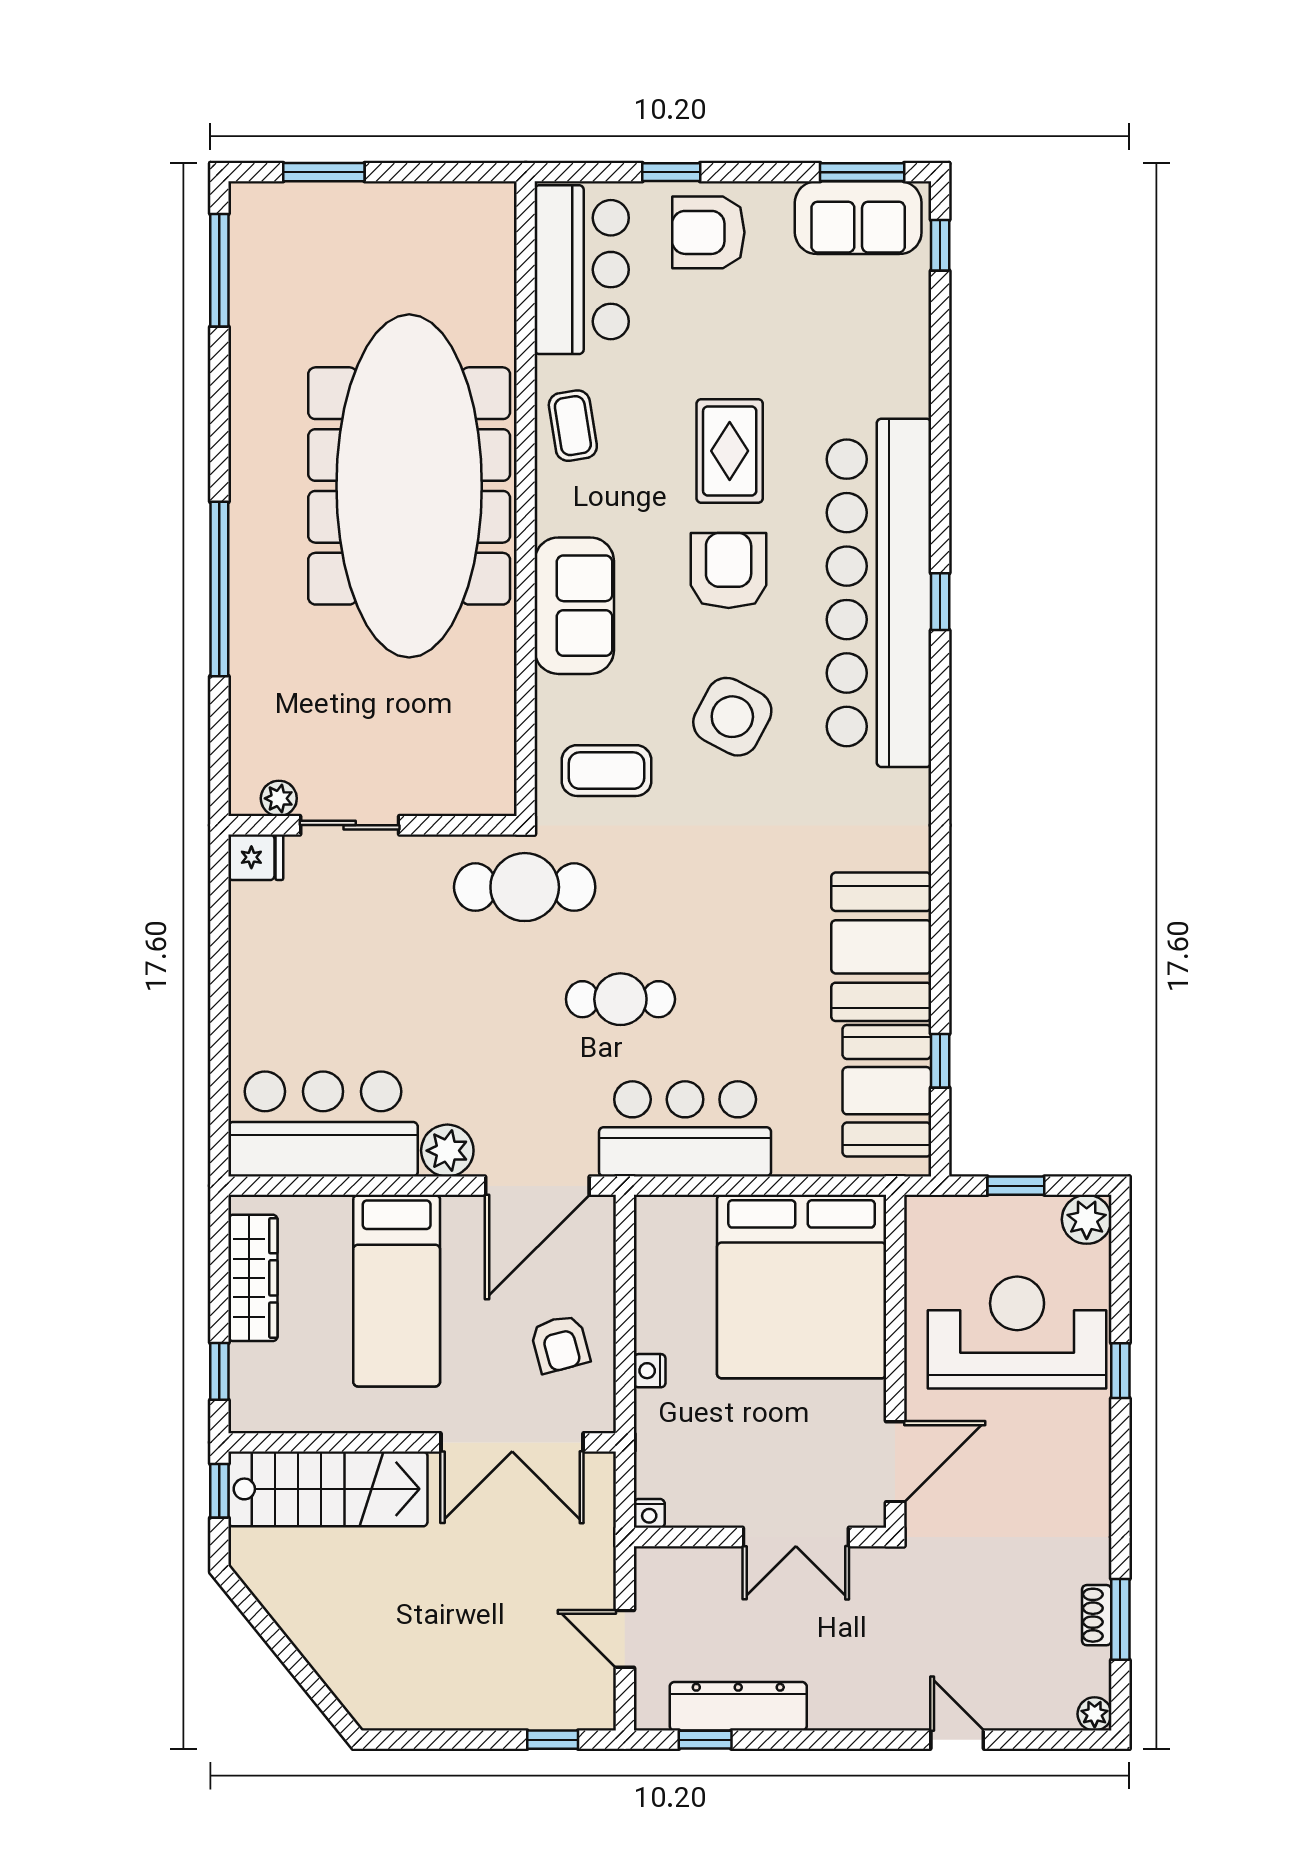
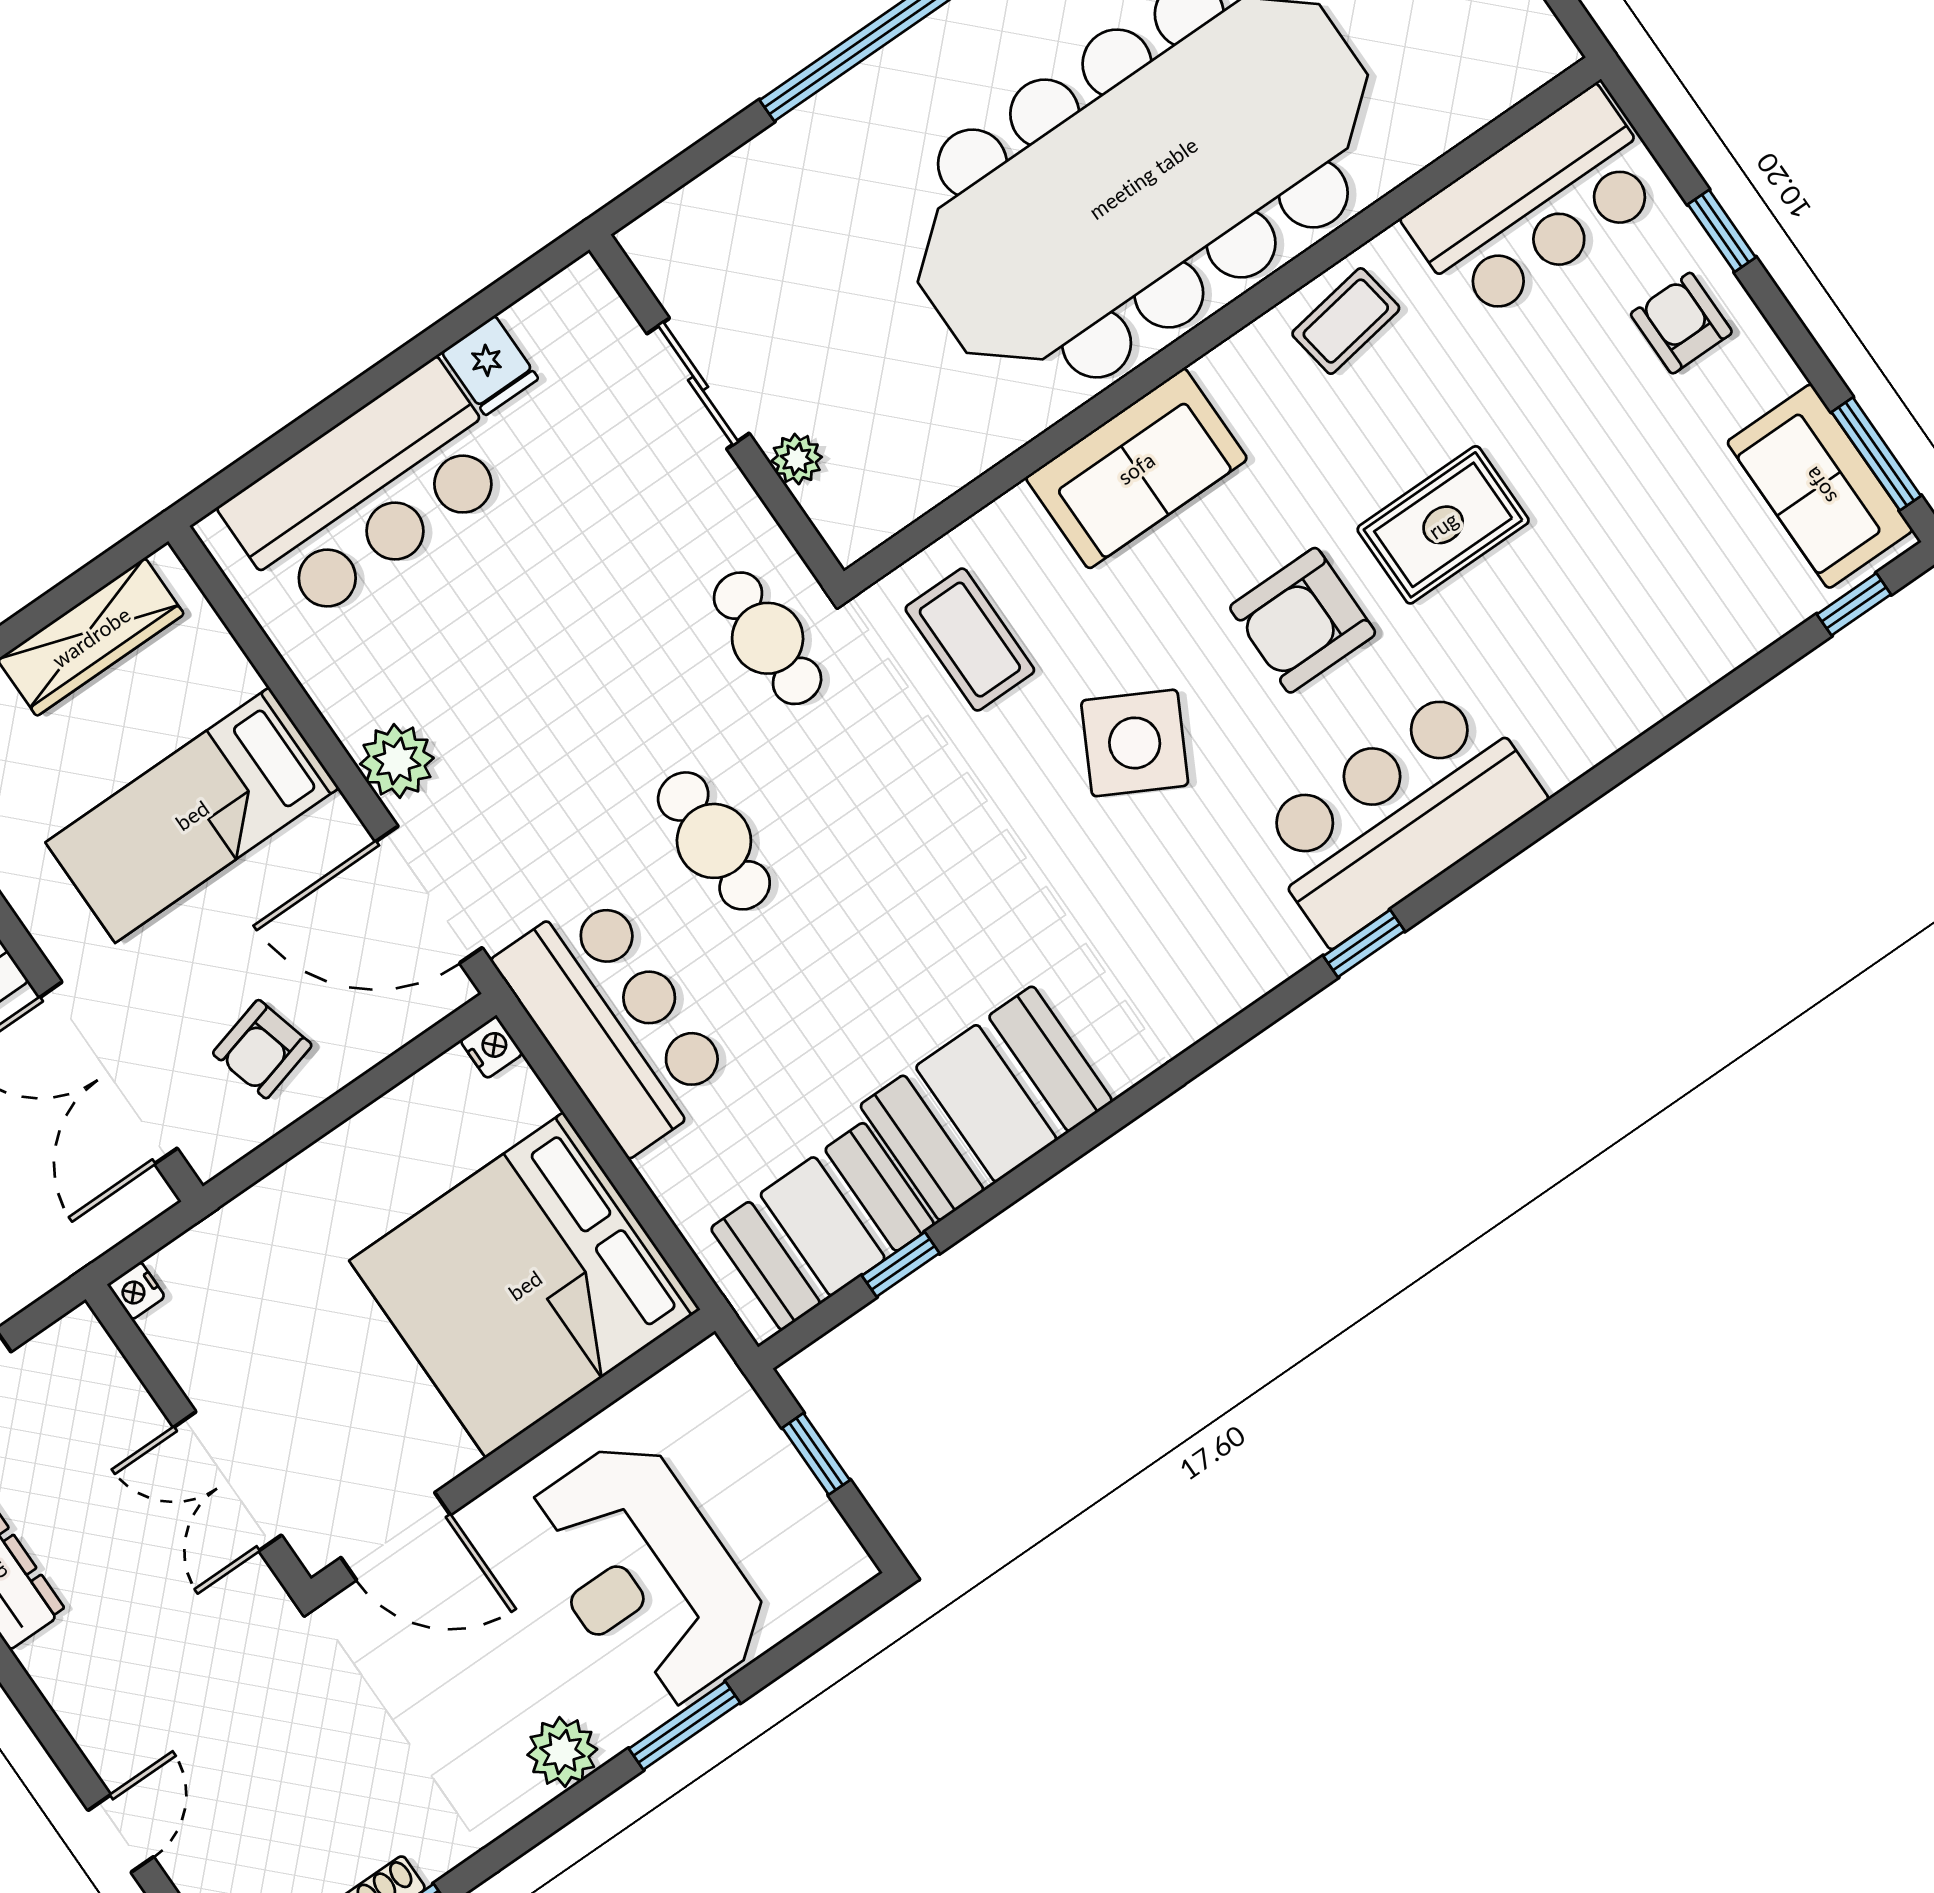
armchair: (708, 232) -> (1681, 323), width x0.72, depth x0.72
armchair: (729, 570) -> (1303, 620), turned 180
bar counter: (879, 593) -> (1398, 814), width x0.54
window: (940, 602) -> (1364, 944), moved
plant: (279, 798) -> (797, 459), moved
fridge: (256, 857) -> (490, 365), moved
cafe table: (525, 887) -> (768, 638), width x0.73, depth x0.74
bar counter: (323, 1124) -> (369, 493), moved, turned 90
plant: (1087, 1219) -> (562, 1752), moved
reception desk: (1017, 1333) -> (645, 1574), turned 180
nightstand: (650, 1371) -> (491, 1047), moved, turned 90
window: (1120, 1371) -> (684, 1726), width x1.50

